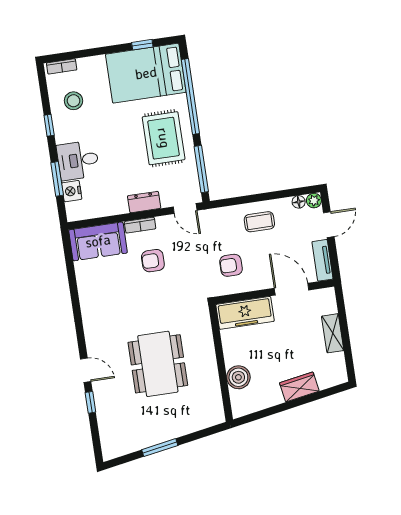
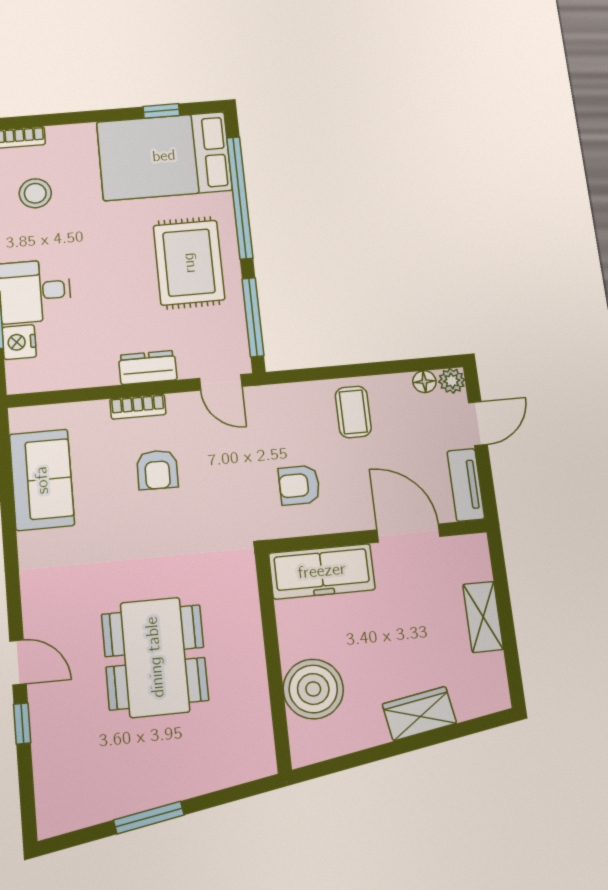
coffee table: (259, 222) -> (353, 412), turned 90
sofa: (98, 241) -> (42, 480), moved, turned -90
armchair: (153, 261) -> (157, 470), turned -89
boiler: (238, 377) -> (313, 689), width x1.37, depth x1.37

